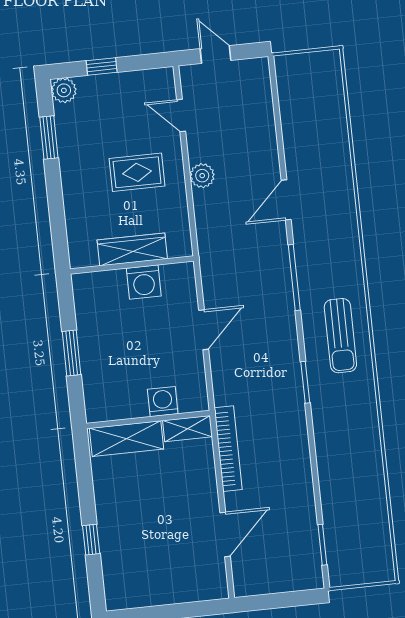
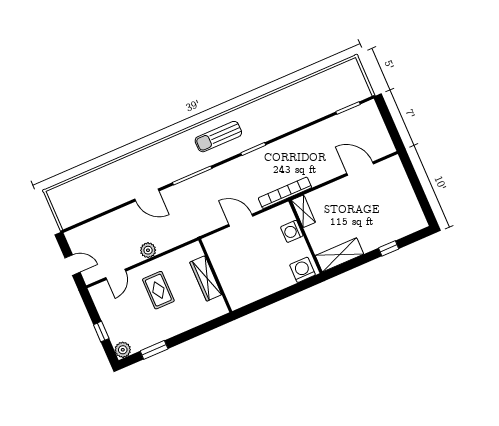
door: (215, 54) -> (72, 265), swing flipped
washing machine: (144, 282) -> (303, 270), moved, turned -90
sun lounger: (340, 336) -> (218, 137), turned 180
window: (72, 353) -> (280, 296), removed
shelving: (127, 439) -> (340, 255), moved, turned 90
bookcase: (228, 449) -> (285, 193), moved

